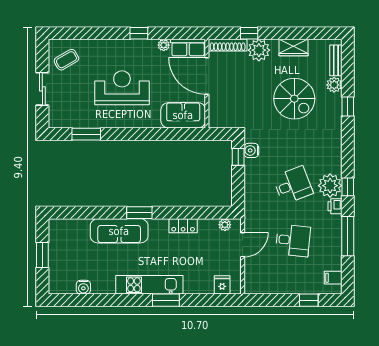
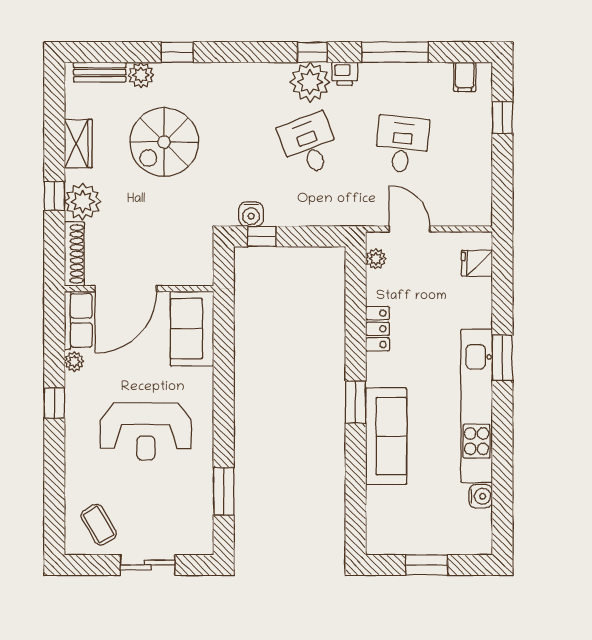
window: (249, 33) -> (54, 196), moved
reception desk: (122, 88) -> (146, 431), turned -90
spiral stairs: (294, 99) -> (164, 142), turned 180
kitchen unit: (149, 285) -> (477, 406), width x1.36

